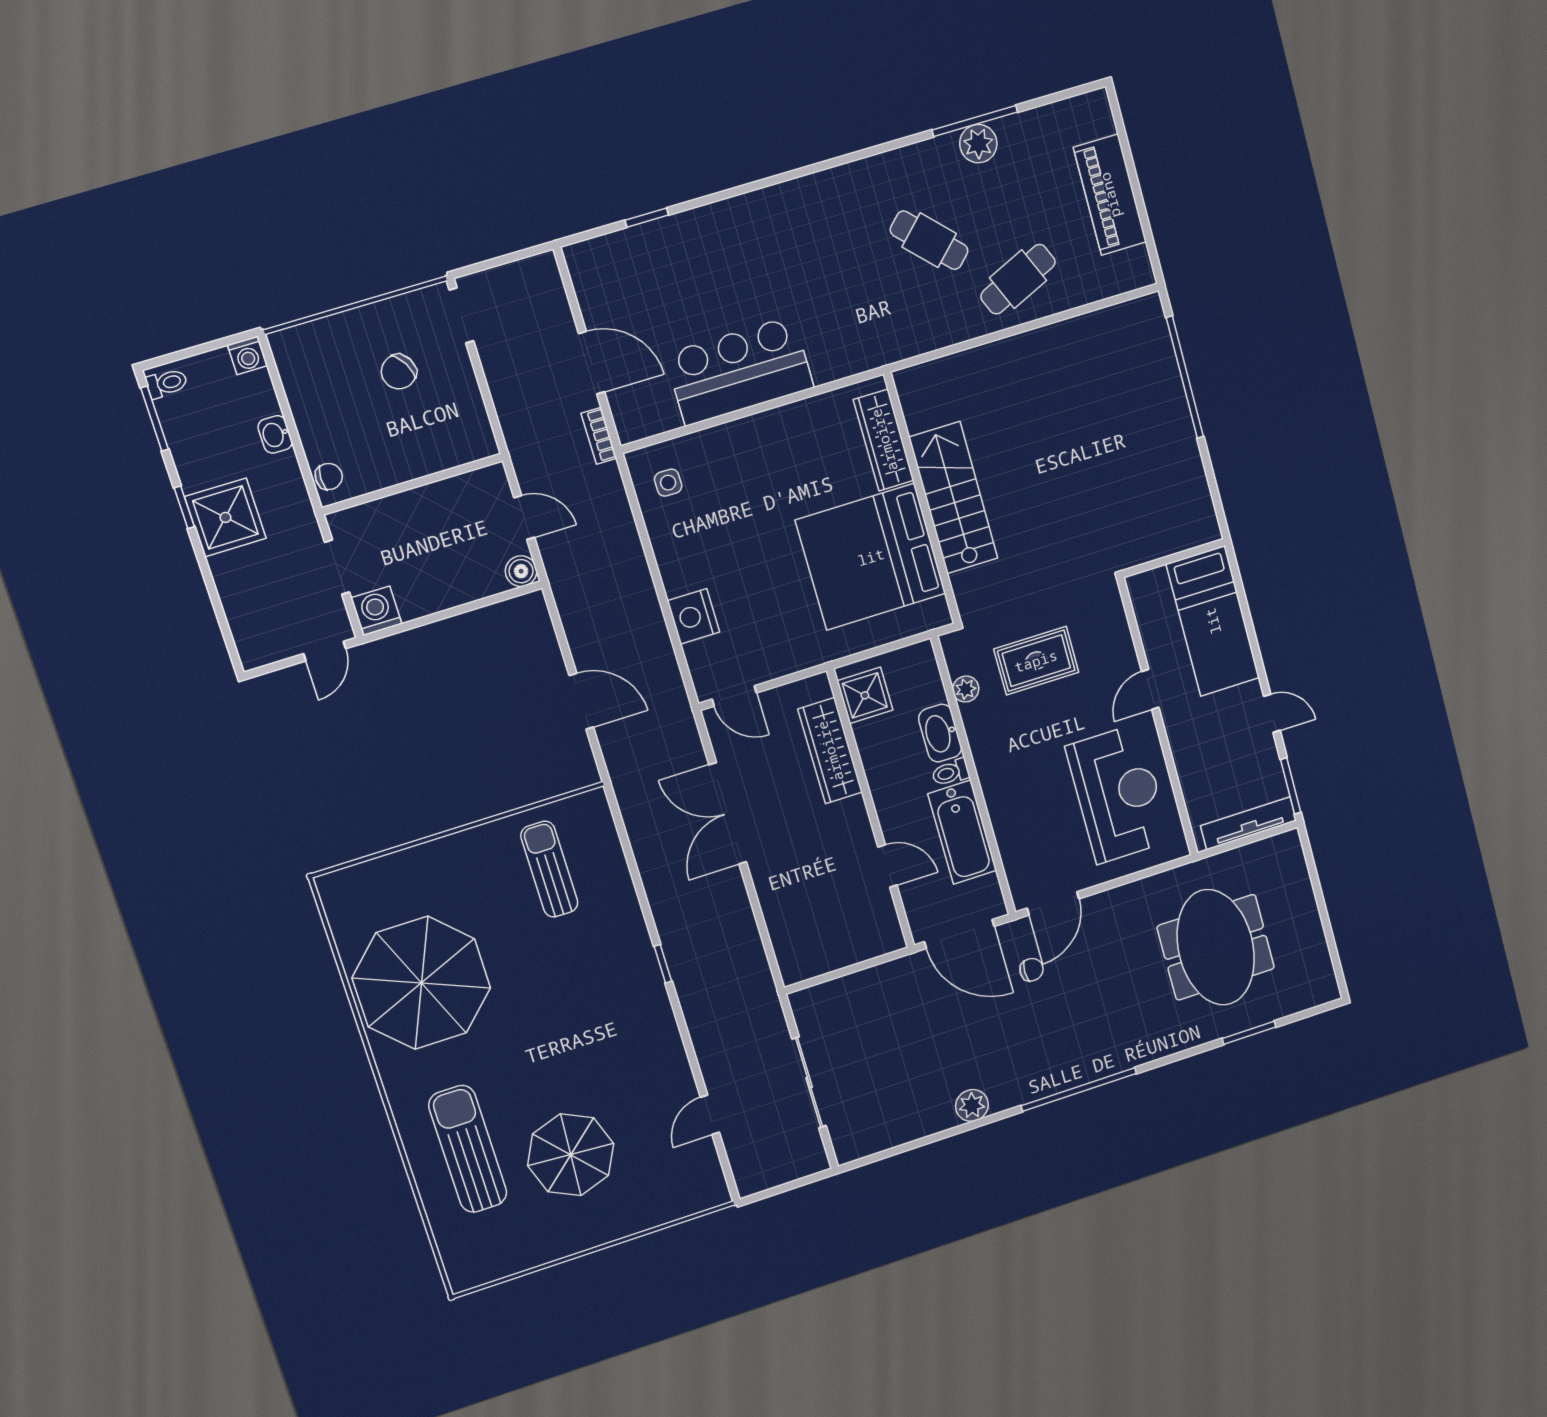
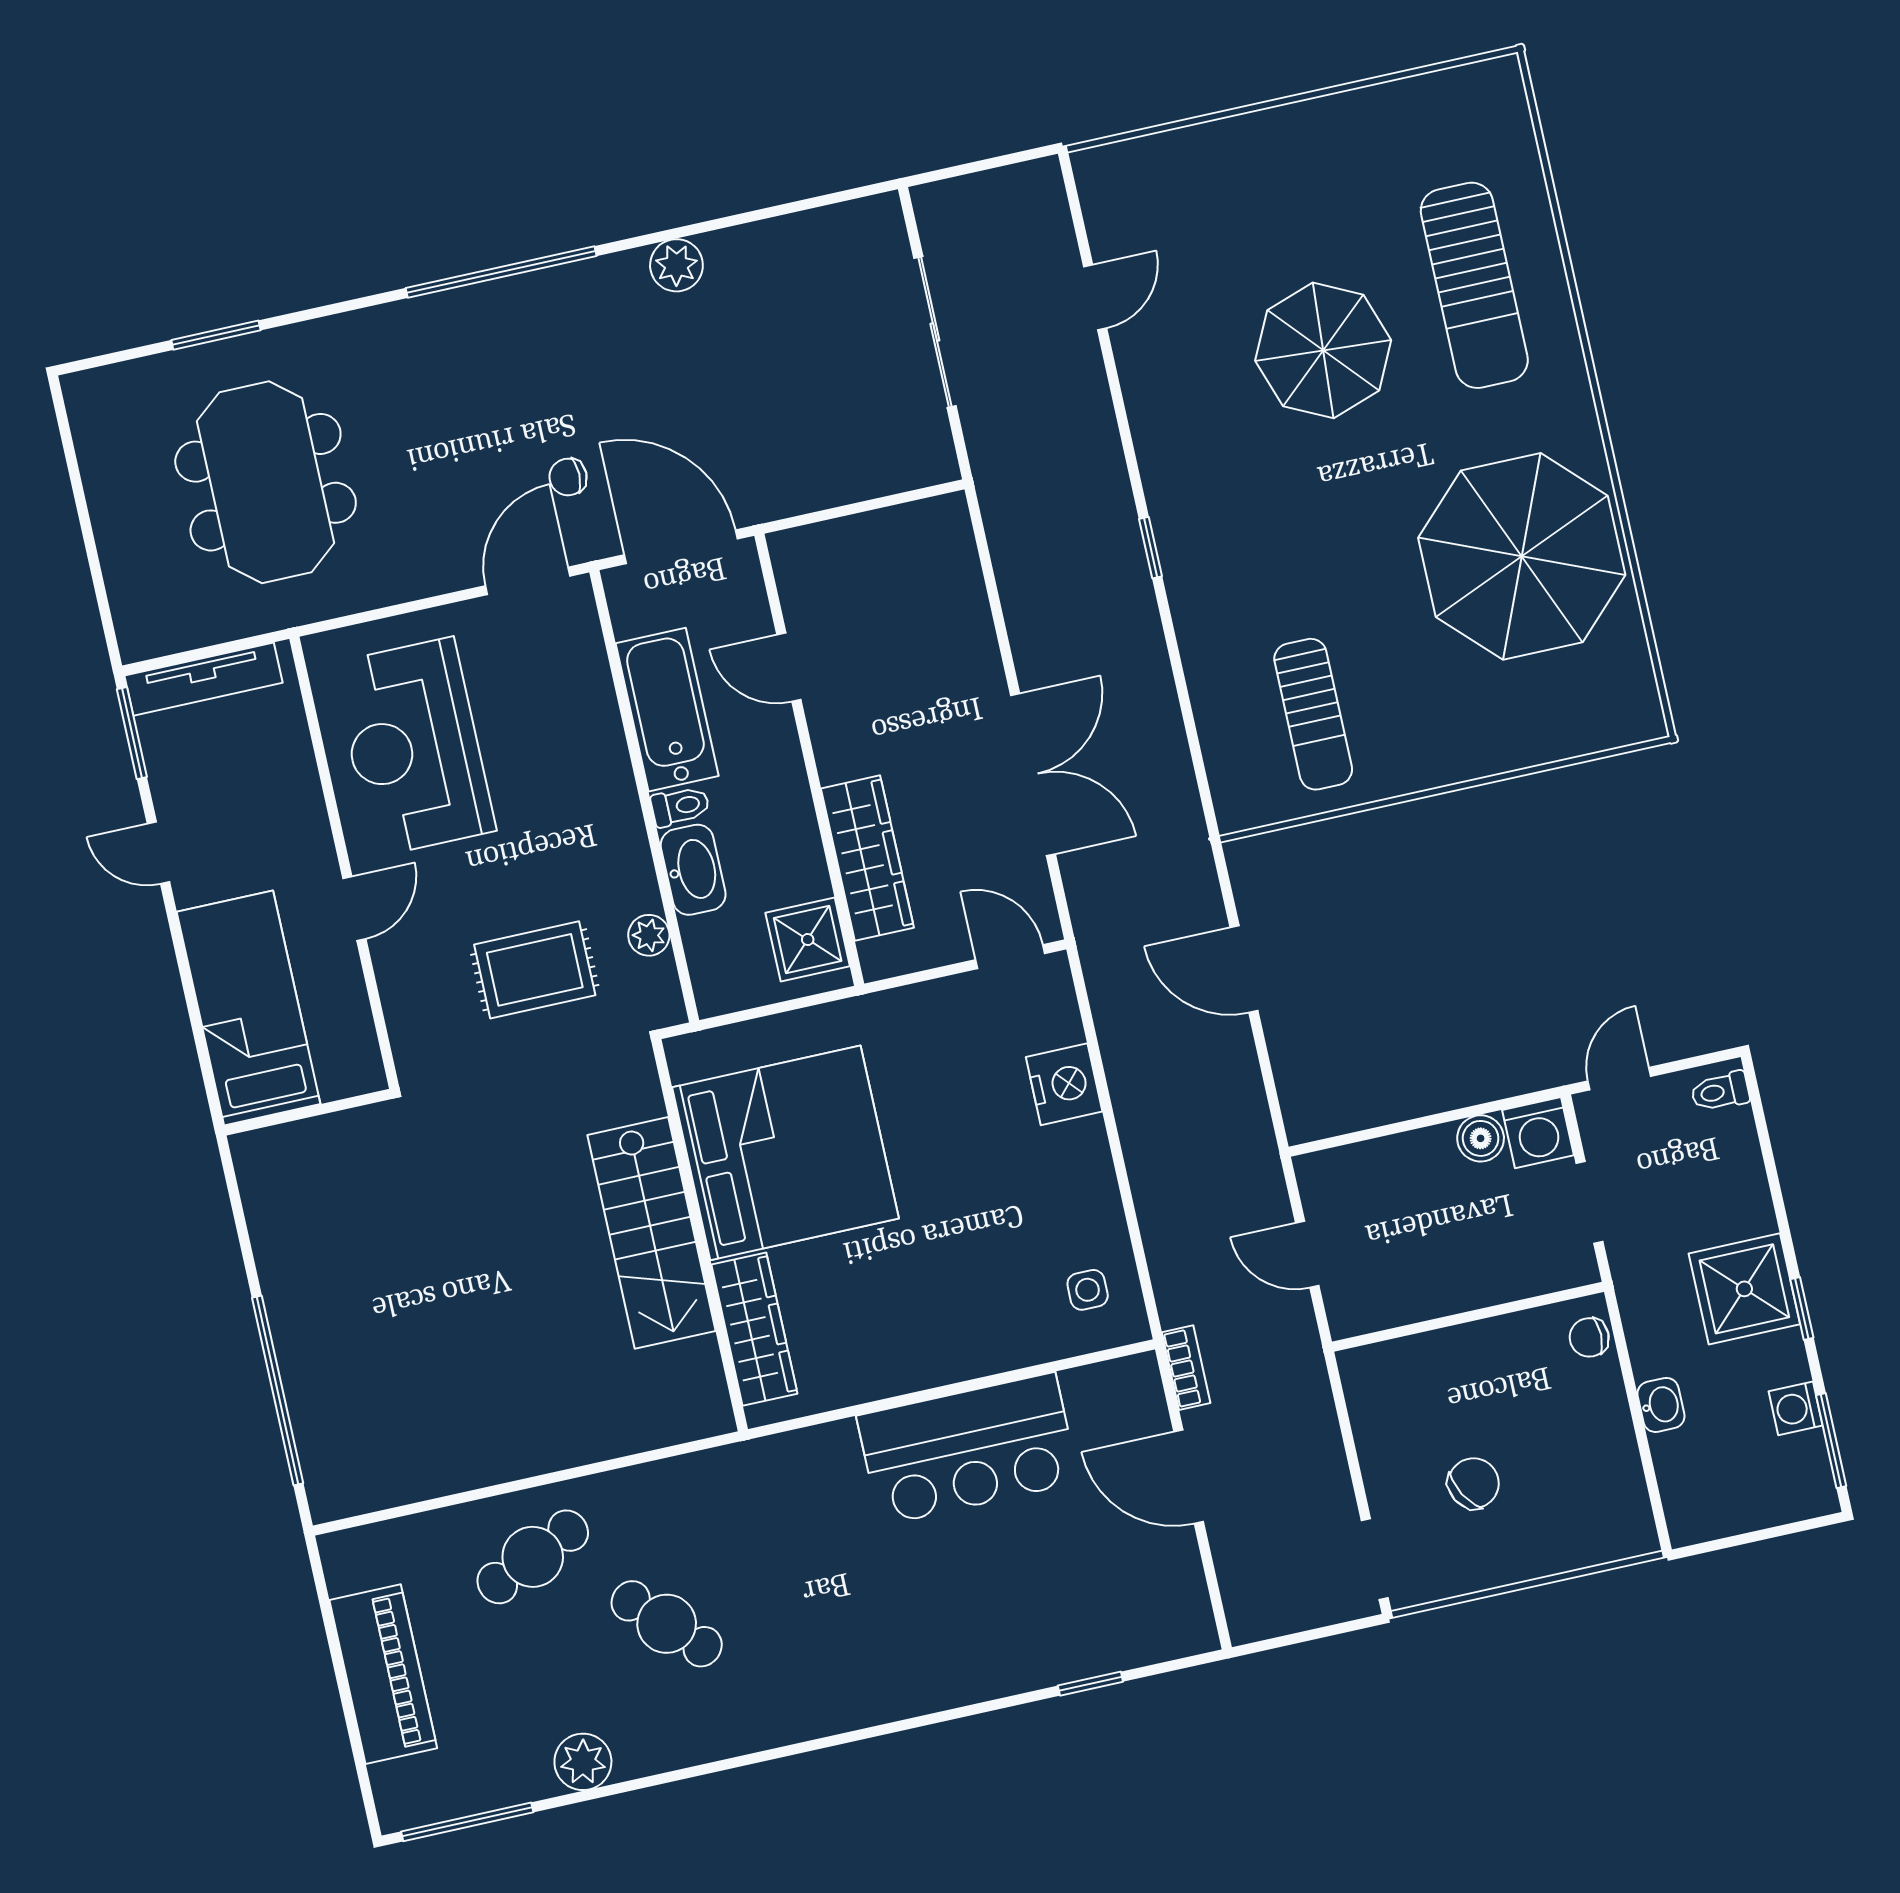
window: (975, 121) -> (467, 1822), moved
washing machine: (247, 355) -> (1796, 1408), moved, turned -90
toilet: (167, 383) -> (1720, 1092), moved
boiler: (521, 571) -> (1481, 1138), moved
parasol: (571, 1155) -> (1323, 350), moved

